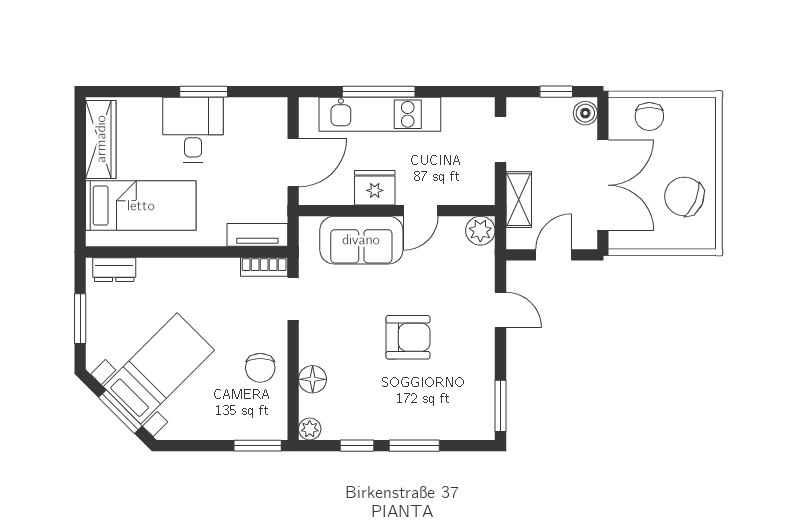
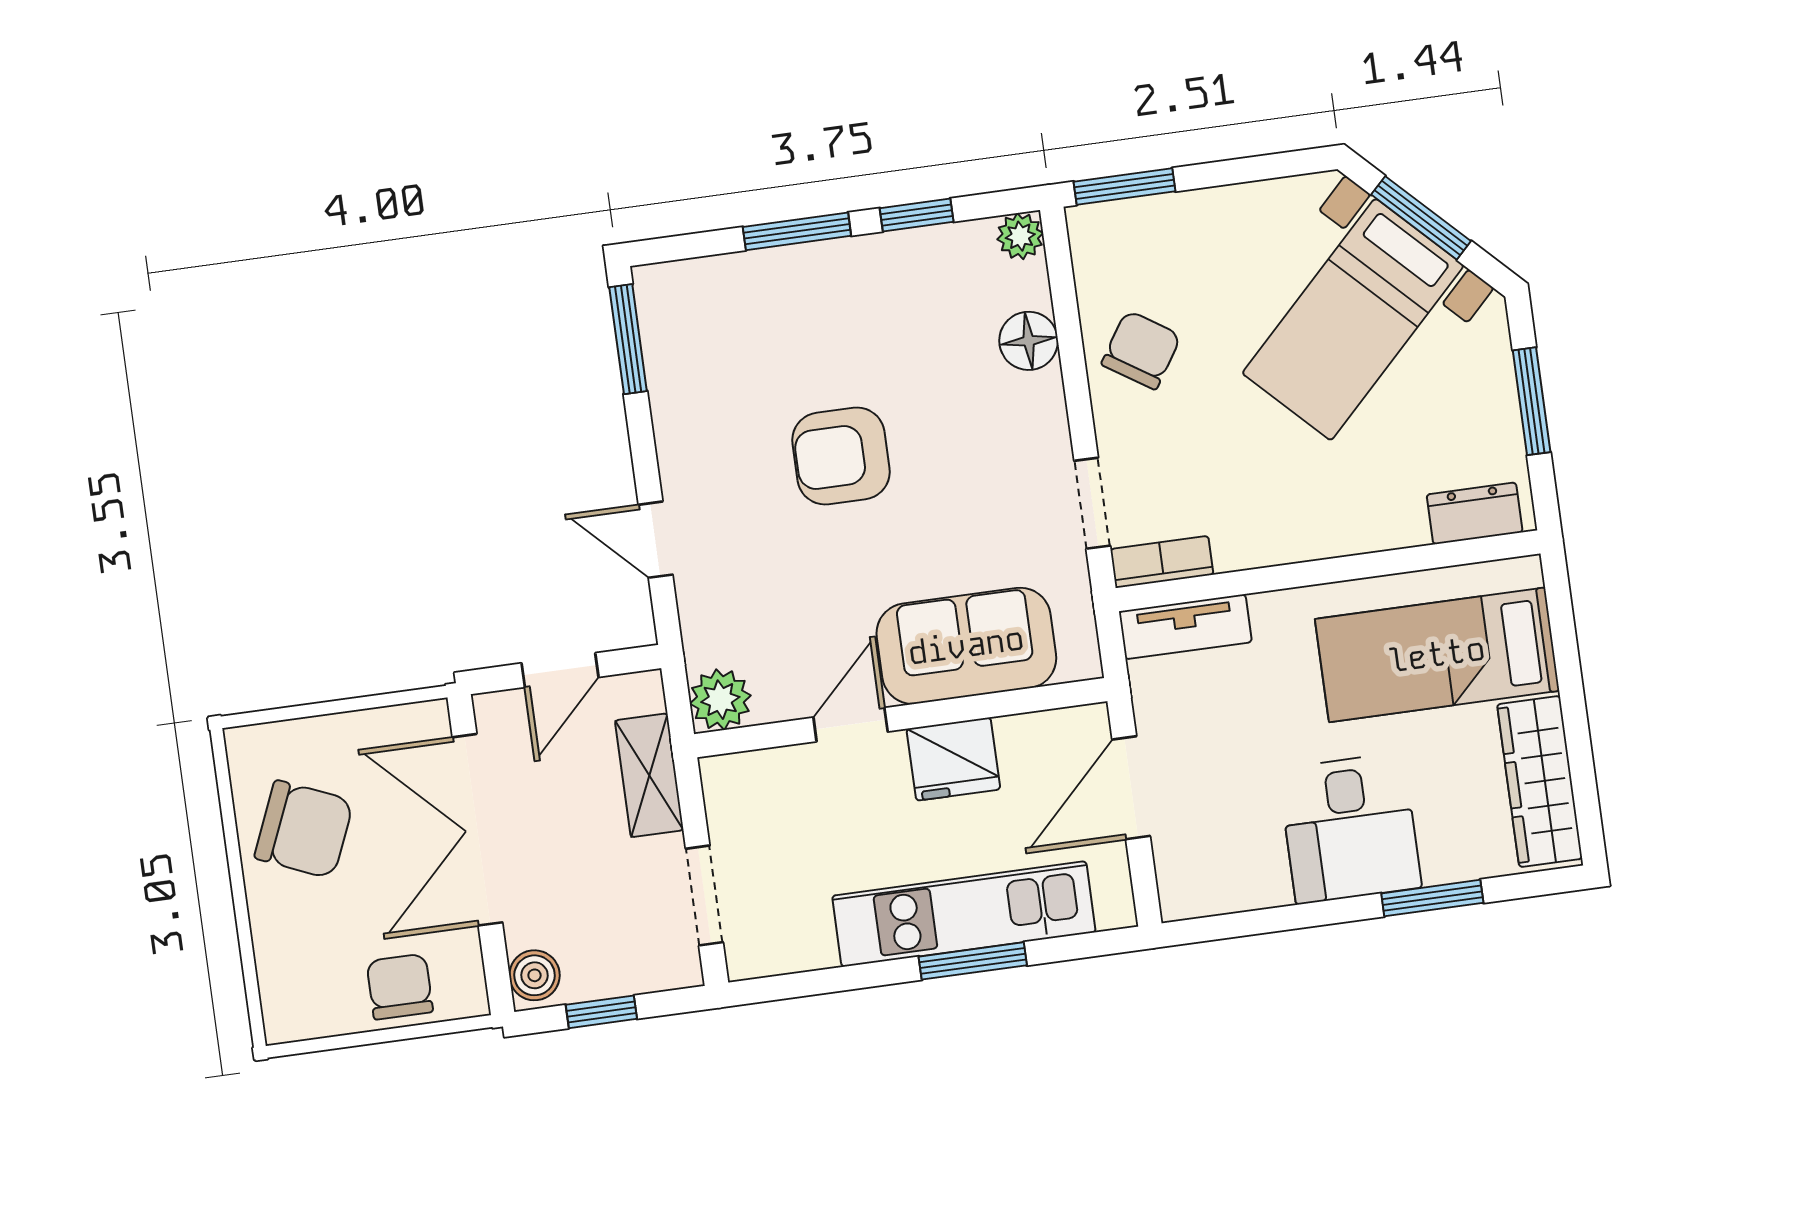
window: (204, 92) -> (1432, 898), moved
window: (379, 92) -> (973, 961), width x0.69
chair: (260, 368) -> (1141, 350), turned 33

